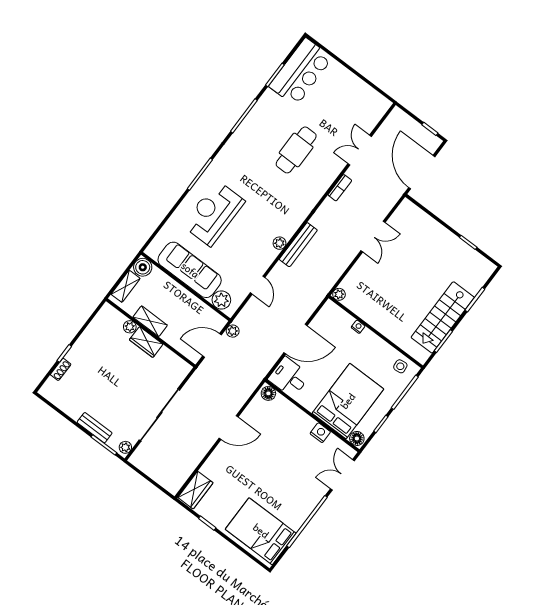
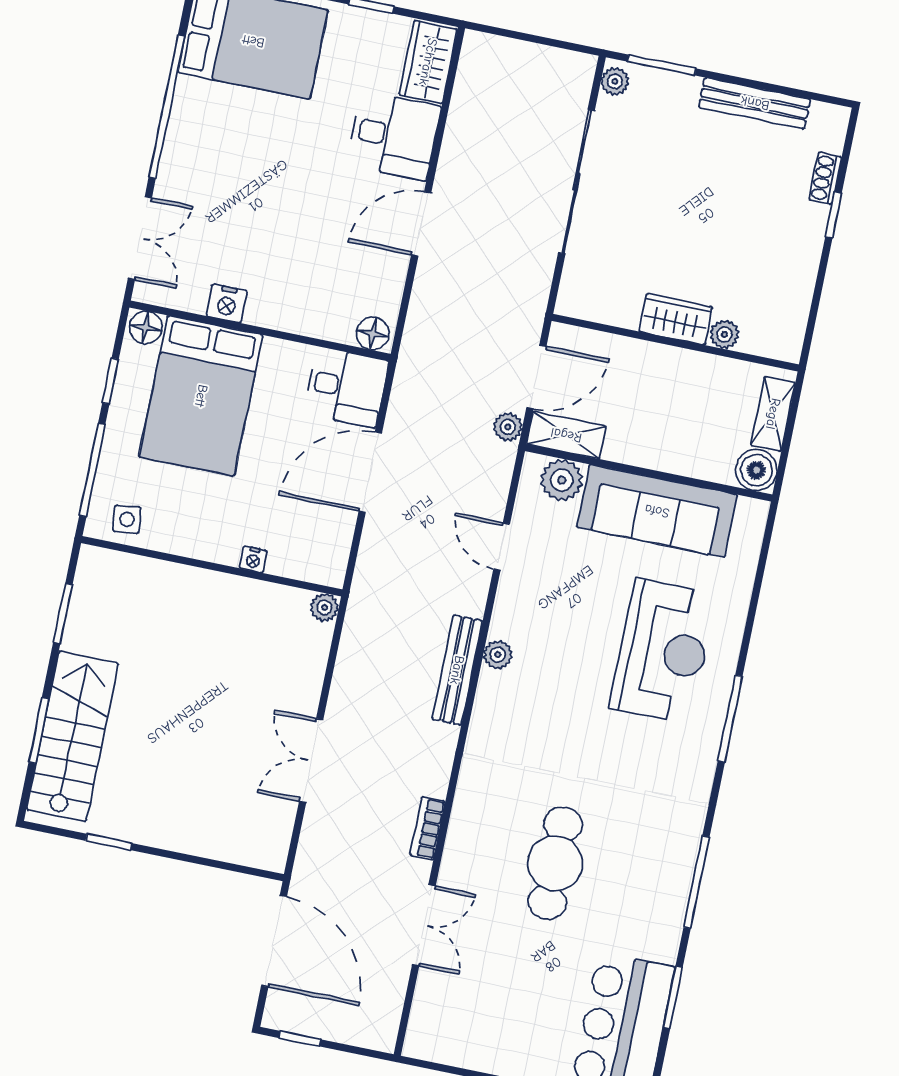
stairs: (443, 317) -> (72, 736), moved
shelving: (150, 321) -> (566, 435), moved
bench: (95, 428) -> (755, 103), moved, width x1.36
desk: (223, 467) -> (394, 136), added

